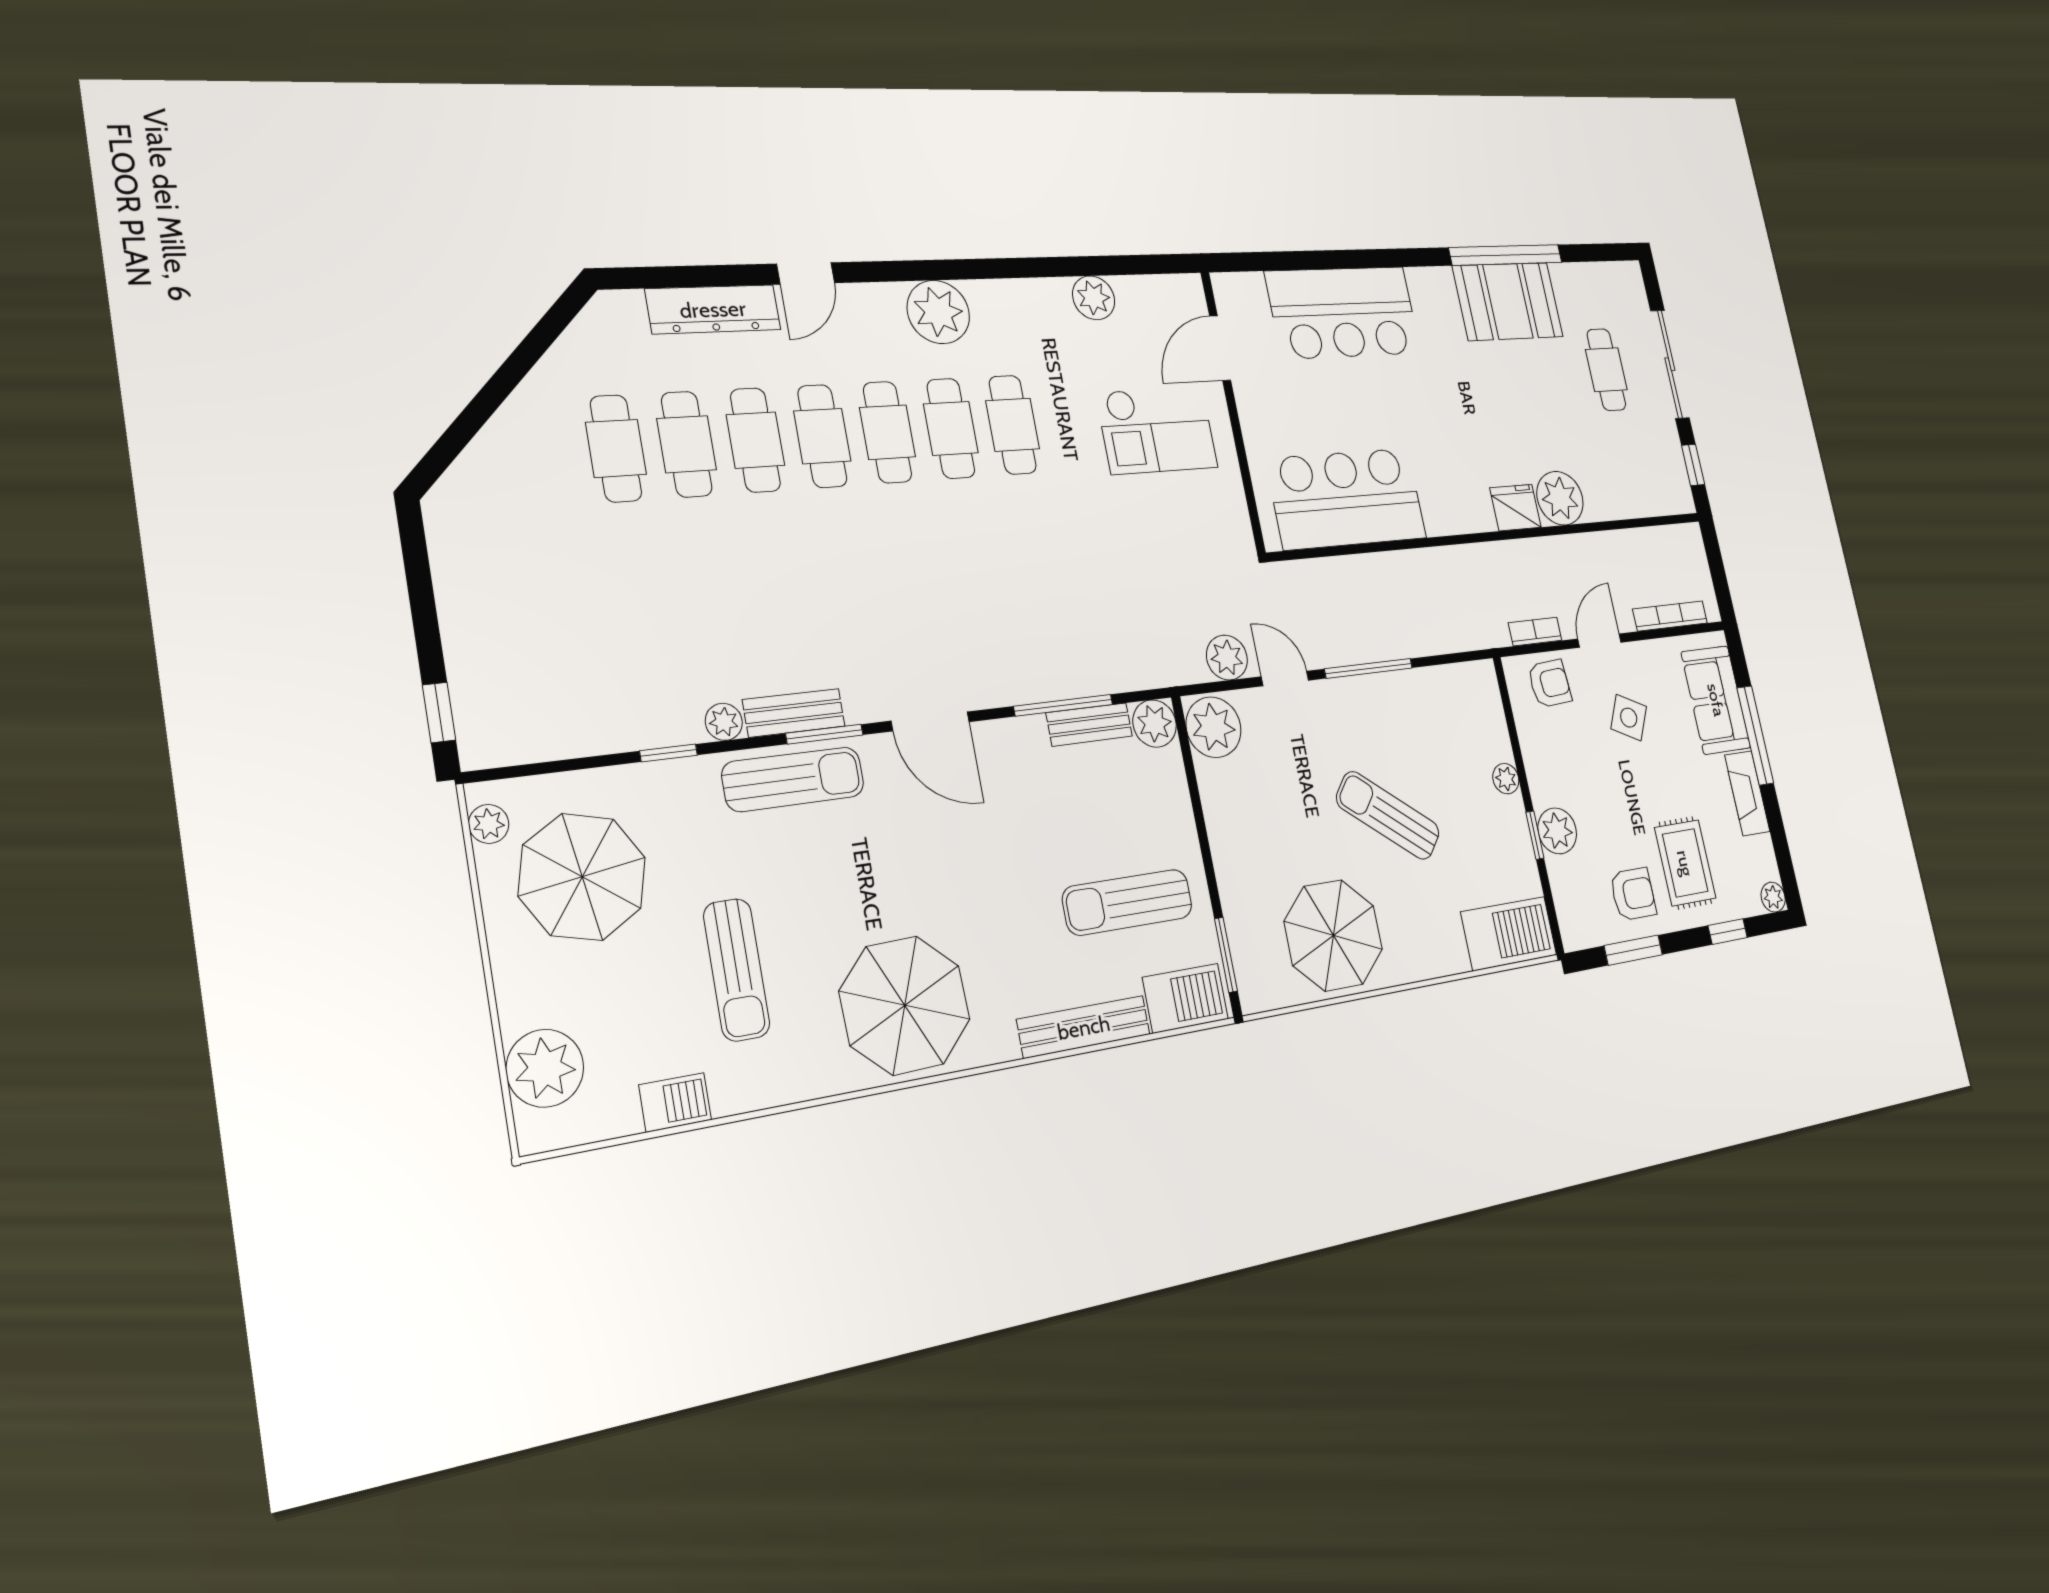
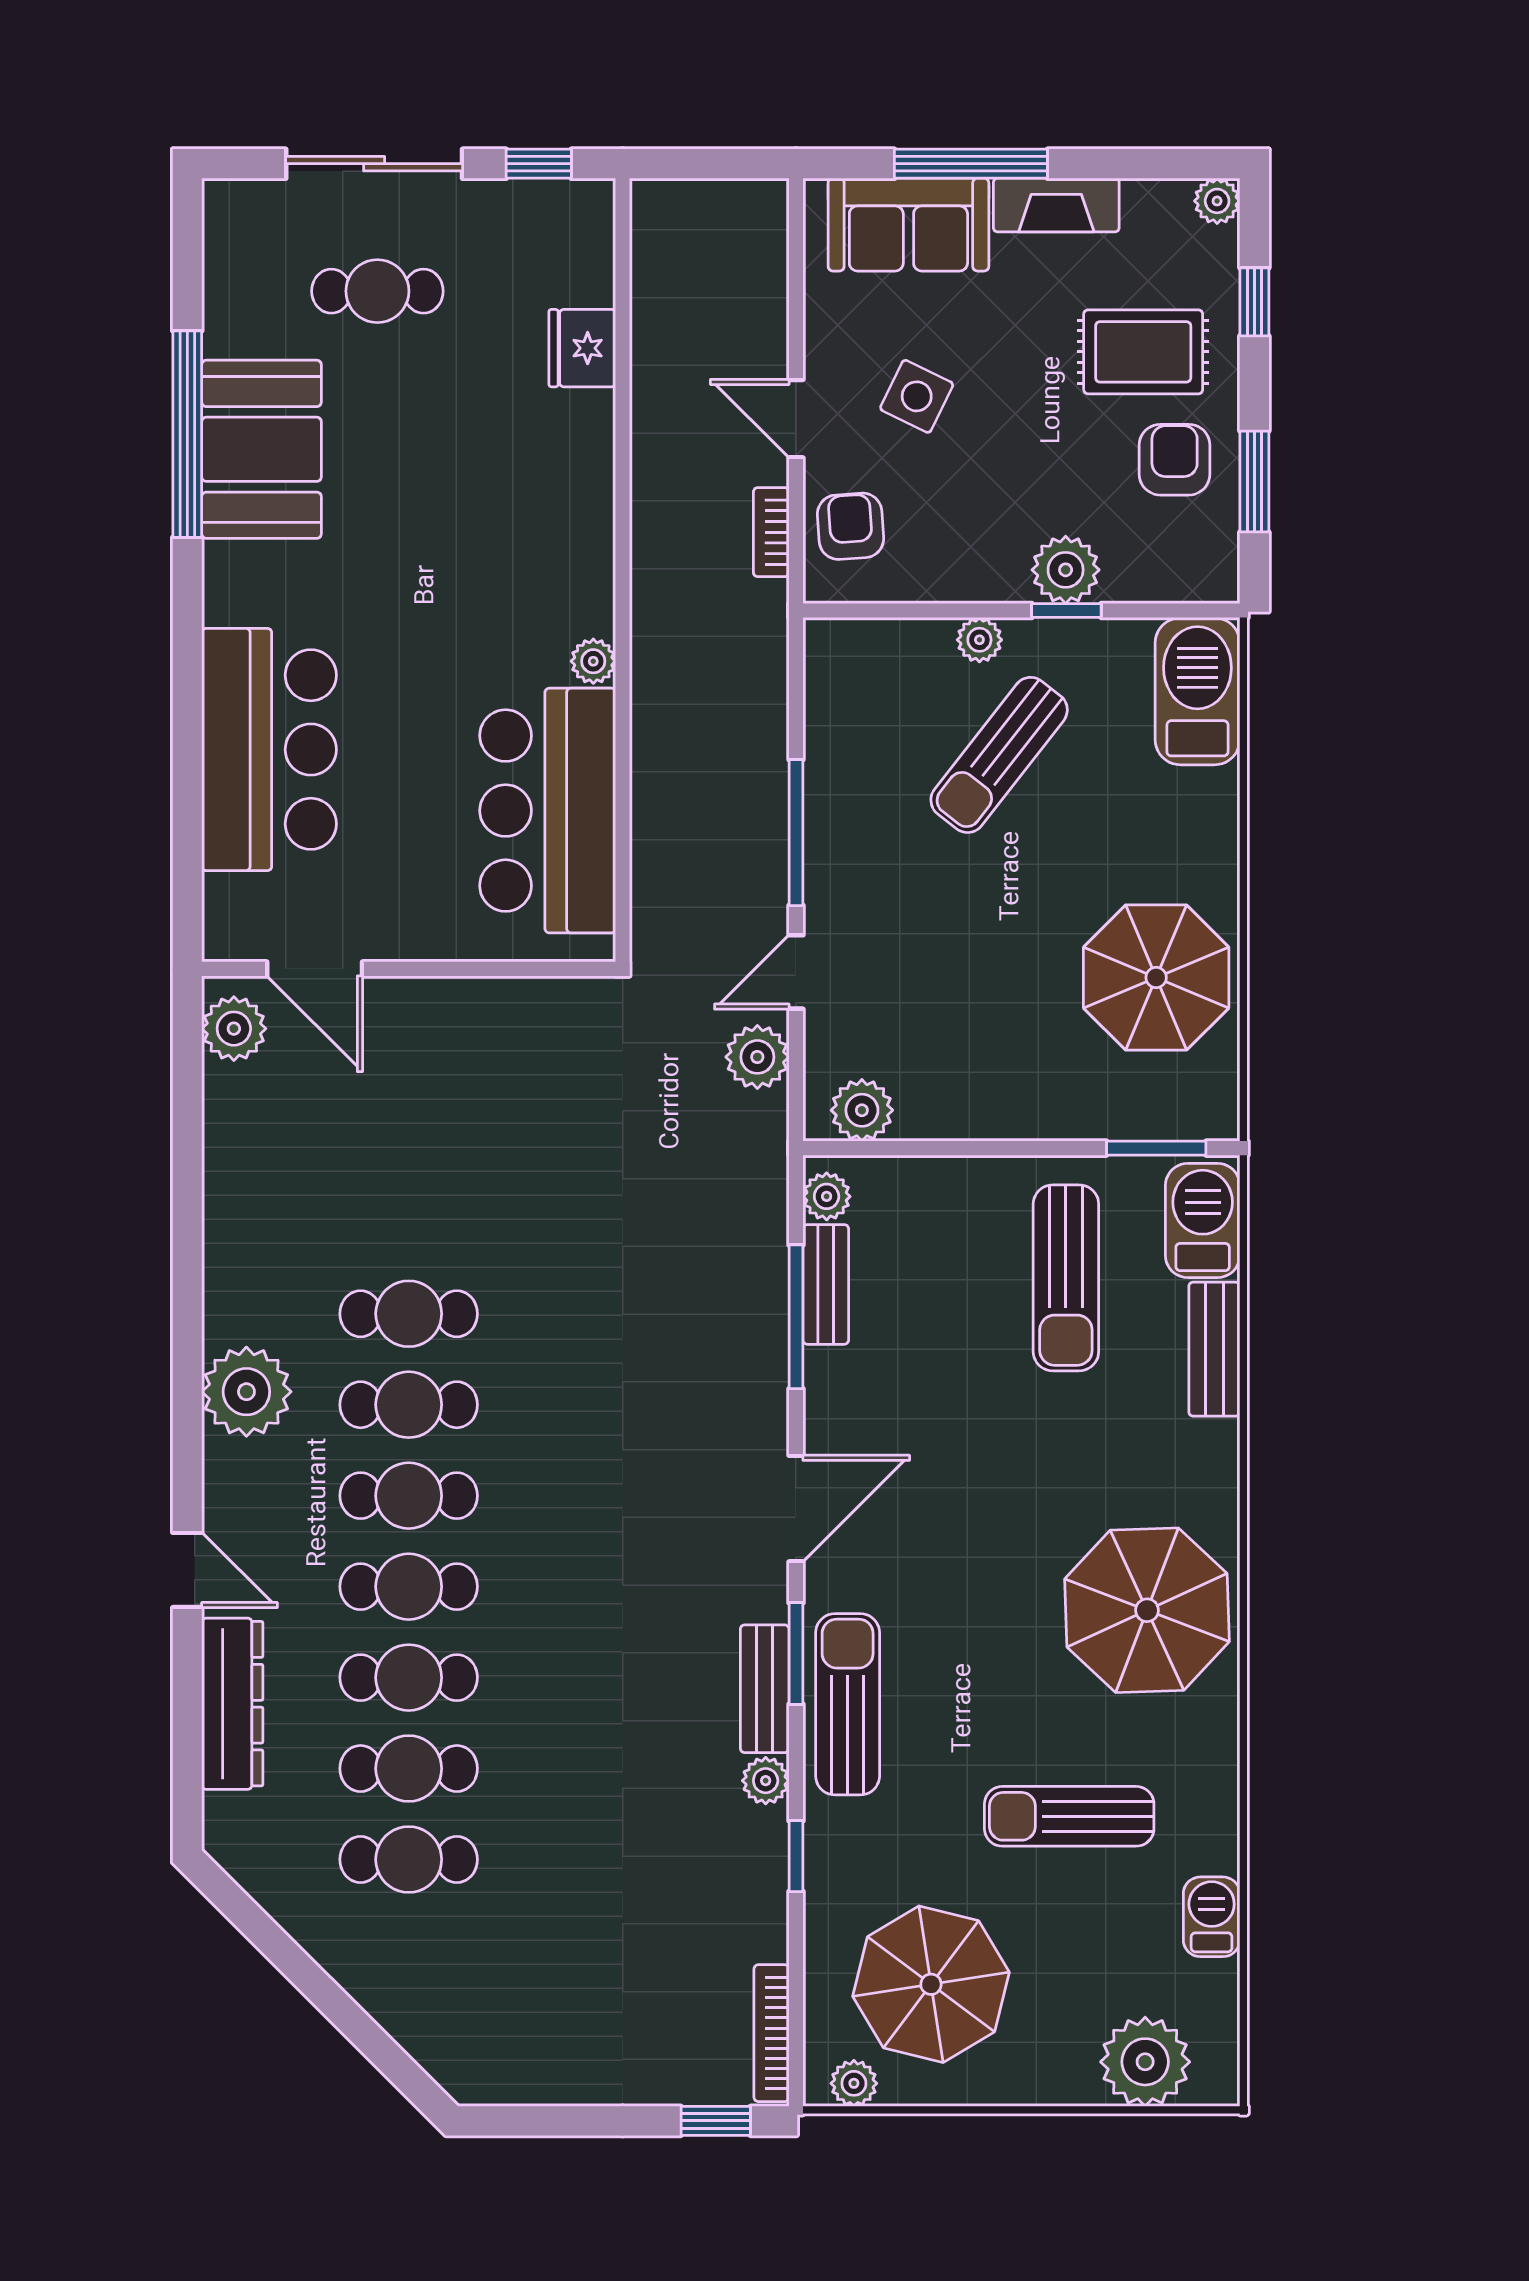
plant: (1094, 298) -> (234, 1029), moved
checkout: (1157, 430) -> (429, 1096), removed
plant: (1560, 498) -> (593, 661), moved, width x0.53, depth x0.53
fridge: (1515, 508) -> (582, 348), moved
bookcase: (1670, 616) -> (772, 2033), moved
plant: (1155, 724) -> (827, 1196), width x0.73, depth x0.73
plant: (1214, 727) -> (862, 1110), width x0.73, depth x0.73
sun lounger: (1388, 815) -> (999, 755), moved
sun lounger: (737, 970) -> (1069, 1816), turned 180
bench: (1084, 1027) -> (1214, 1349), width x0.73

